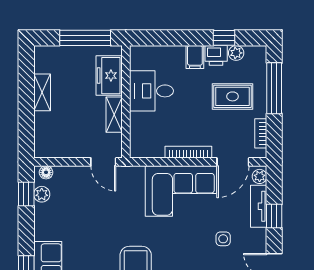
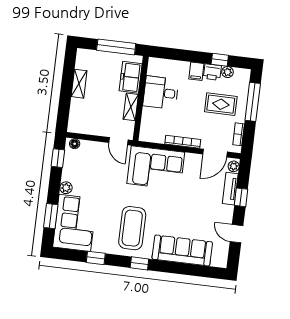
corner sofa: (181, 191) -> (156, 168), moved
plant: (42, 194) -> (66, 188), moved
side table: (223, 239) -> (201, 210), removed

